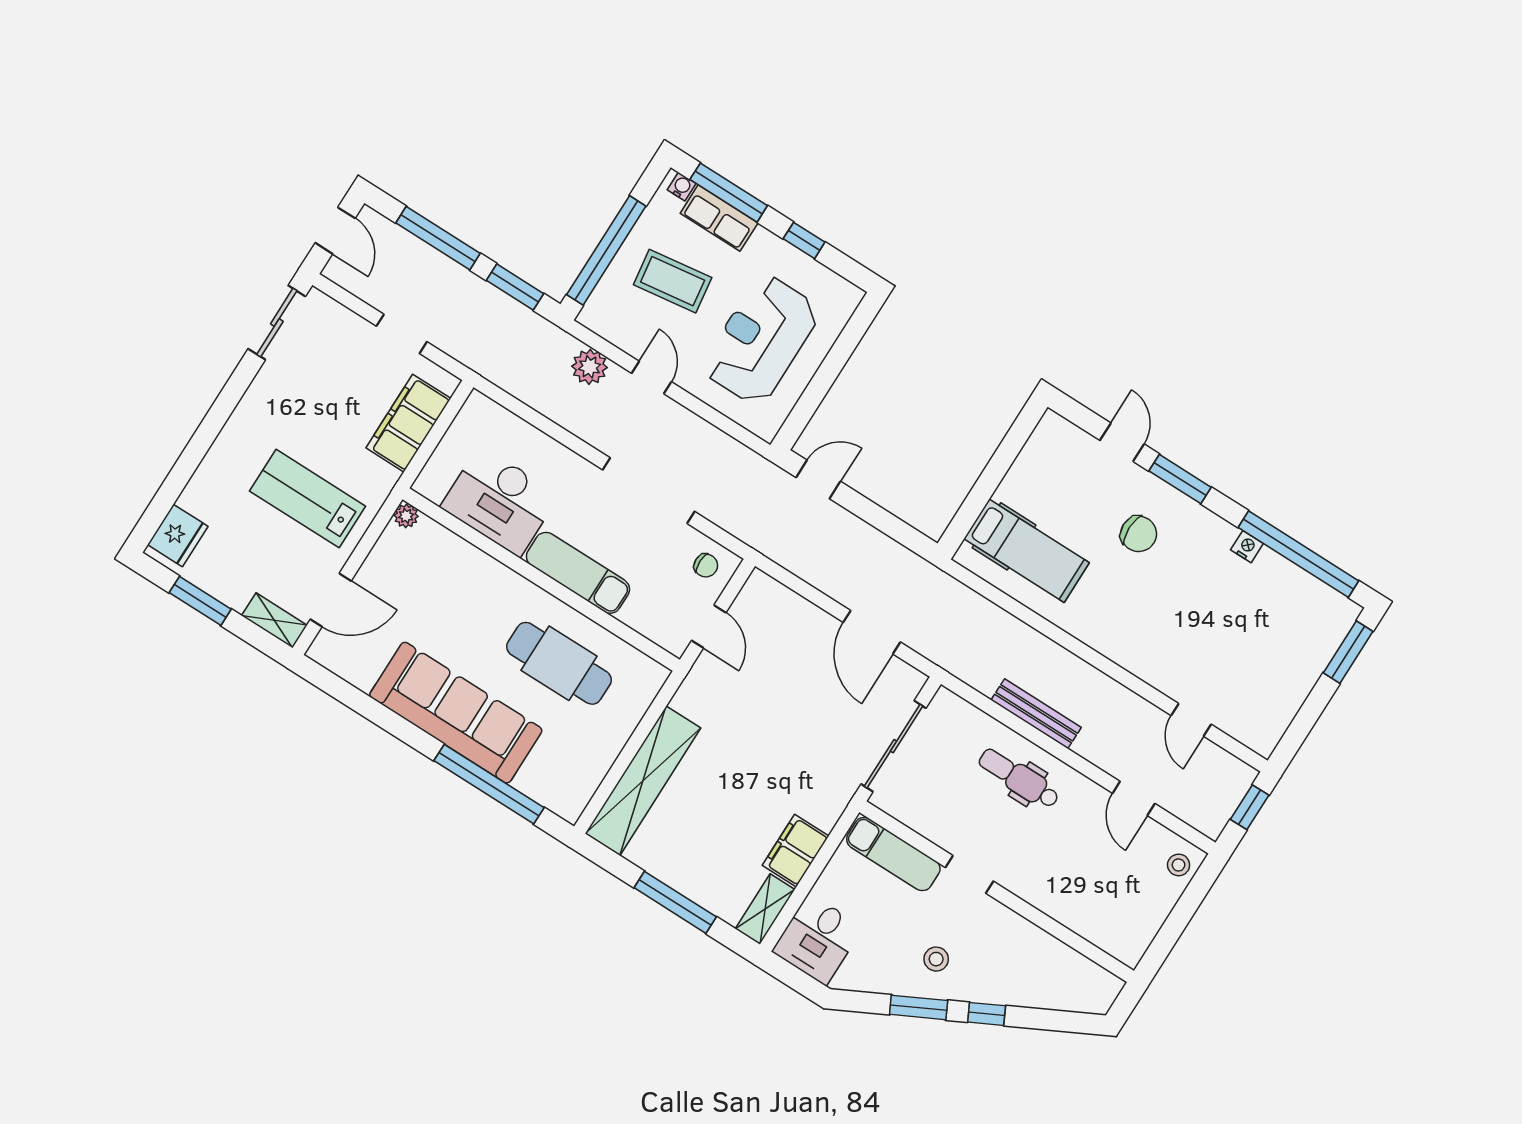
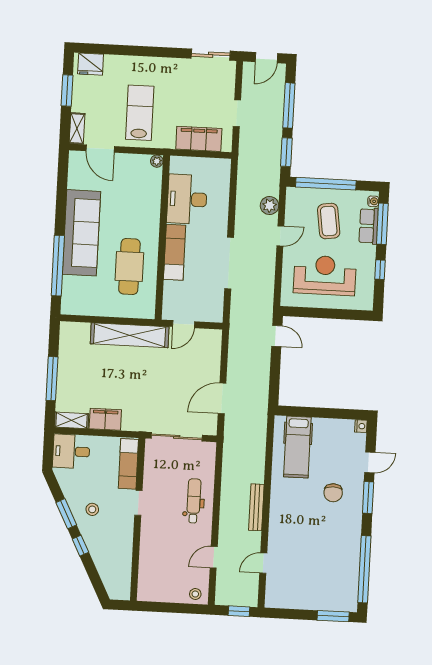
nightstand: (1247, 547) -> (361, 426), moved
chair: (706, 565) -> (210, 307), removed
bench: (1036, 714) -> (256, 507), moved
shelving: (643, 781) -> (130, 335), moved

